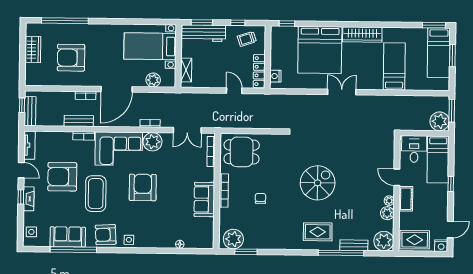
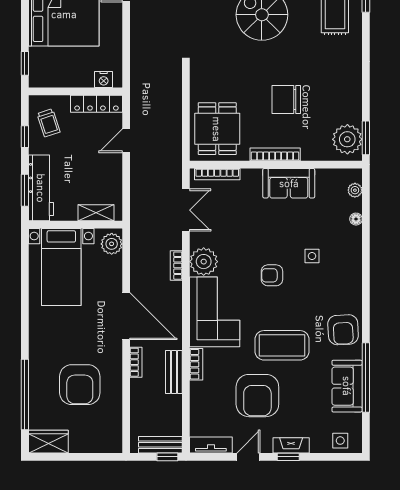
wardrobe: (33, 49) -> (48, 442), moved
plant: (153, 80) -> (112, 244), moved
window: (22, 105) -> (167, 457), moved
armchair: (143, 187) -> (272, 275), width x0.53, depth x0.53
chair: (260, 198) -> (286, 100), width x1.87, depth x1.87
side table: (129, 240) -> (312, 256), moved
plant: (199, 244) -> (355, 190), added
window: (246, 252) -> (366, 138), moved

